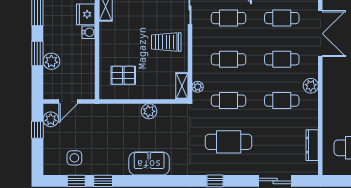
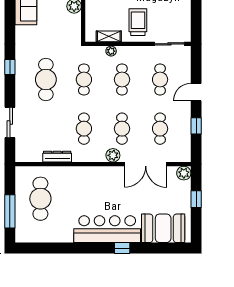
shelving: (182, 86) -> (109, 36), moved
plant: (311, 86) -> (113, 155), moved
plant: (198, 87) -> (111, 51), moved
dresser: (312, 145) -> (57, 157), moved

